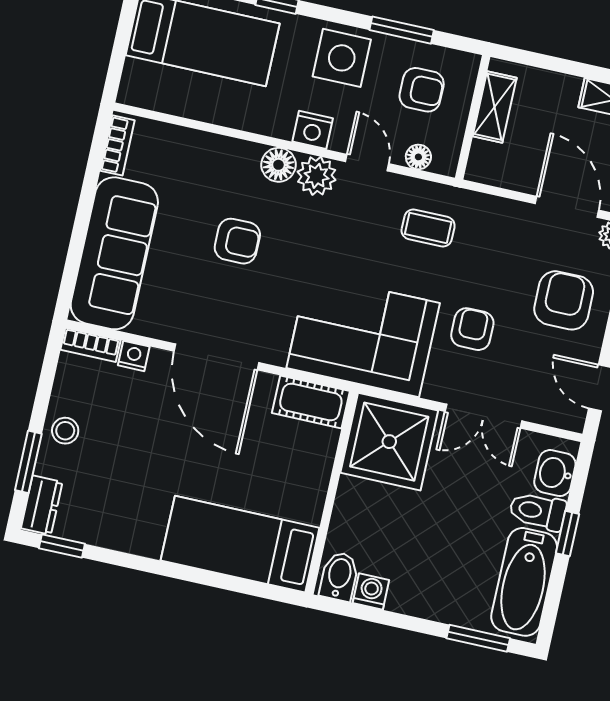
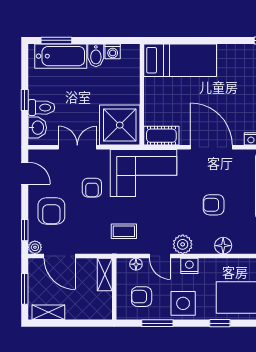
shelving: (495, 107) -> (105, 274), moved
floor lamp: (278, 165) -> (223, 246), moved
bidet: (339, 576) -> (96, 55), moved
bathtub: (524, 582) -> (61, 56), moved, turned 90

